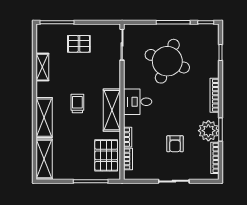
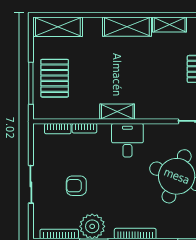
trolley: (77, 103) -> (125, 67), removed
shelving: (112, 110) -> (117, 112), width x0.67, depth x0.75
shelving: (44, 118) -> (127, 27), moved
pallet: (106, 155) -> (55, 78), moved, turned 90

